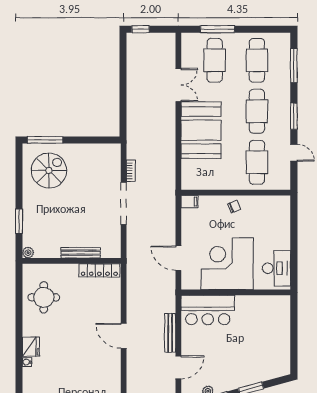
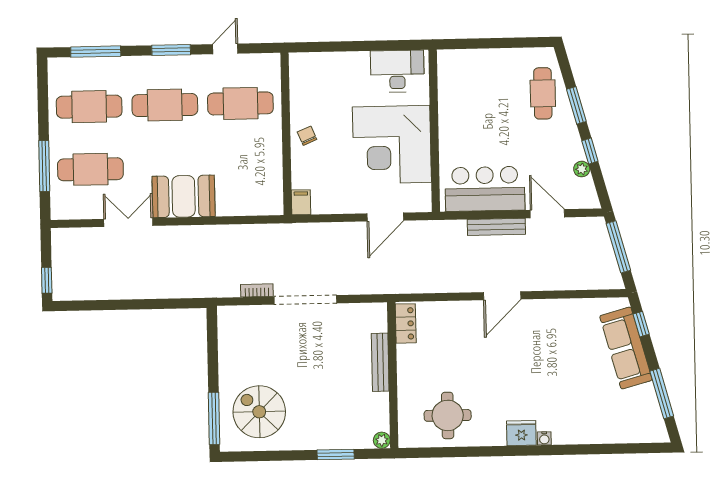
booth: (201, 130) -> (184, 196), width x0.73, depth x0.70
locker: (99, 270) -> (406, 323), width x0.66
bar counter: (208, 310) -> (485, 189), moved, turned -90
cafe table: (259, 366) -> (543, 93), added

